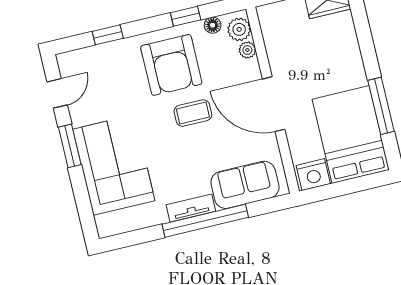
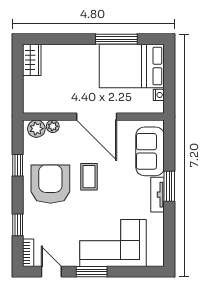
floor lamp: (213, 25) -> (29, 147), removed
bookcase: (75, 57) -> (28, 253), added
armchair: (171, 65) -> (50, 184), turned -90
door: (274, 104) -> (97, 117), hinge flipped
nightstand: (313, 175) -> (159, 95), width x0.53, depth x0.56
window: (205, 221) -> (169, 186), width x0.47

